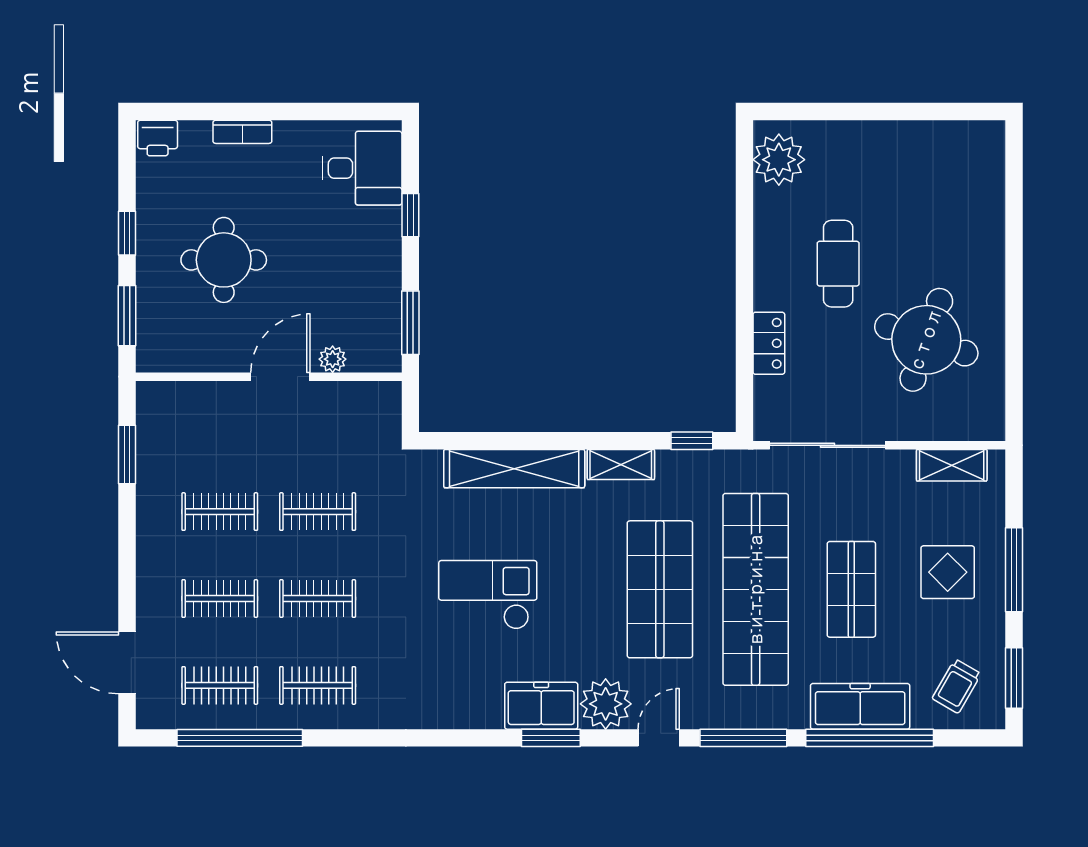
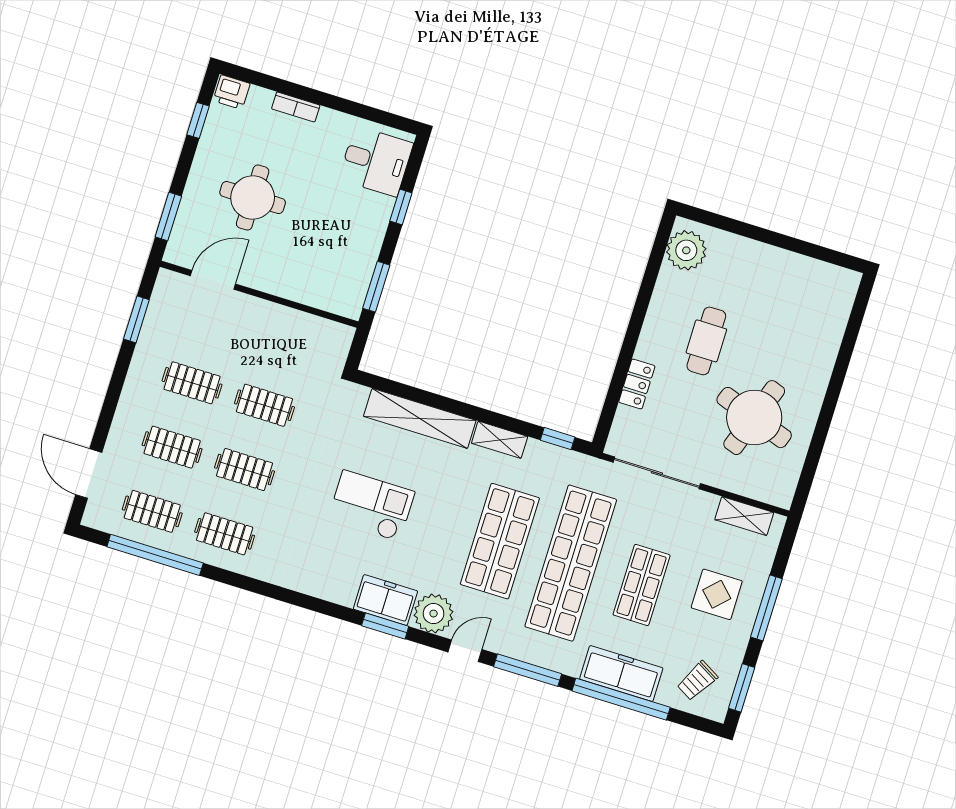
window: (127, 233) -> (198, 120), moved
plant: (333, 359) -> (310, 296), removed
door: (280, 377) -> (213, 280), moved

